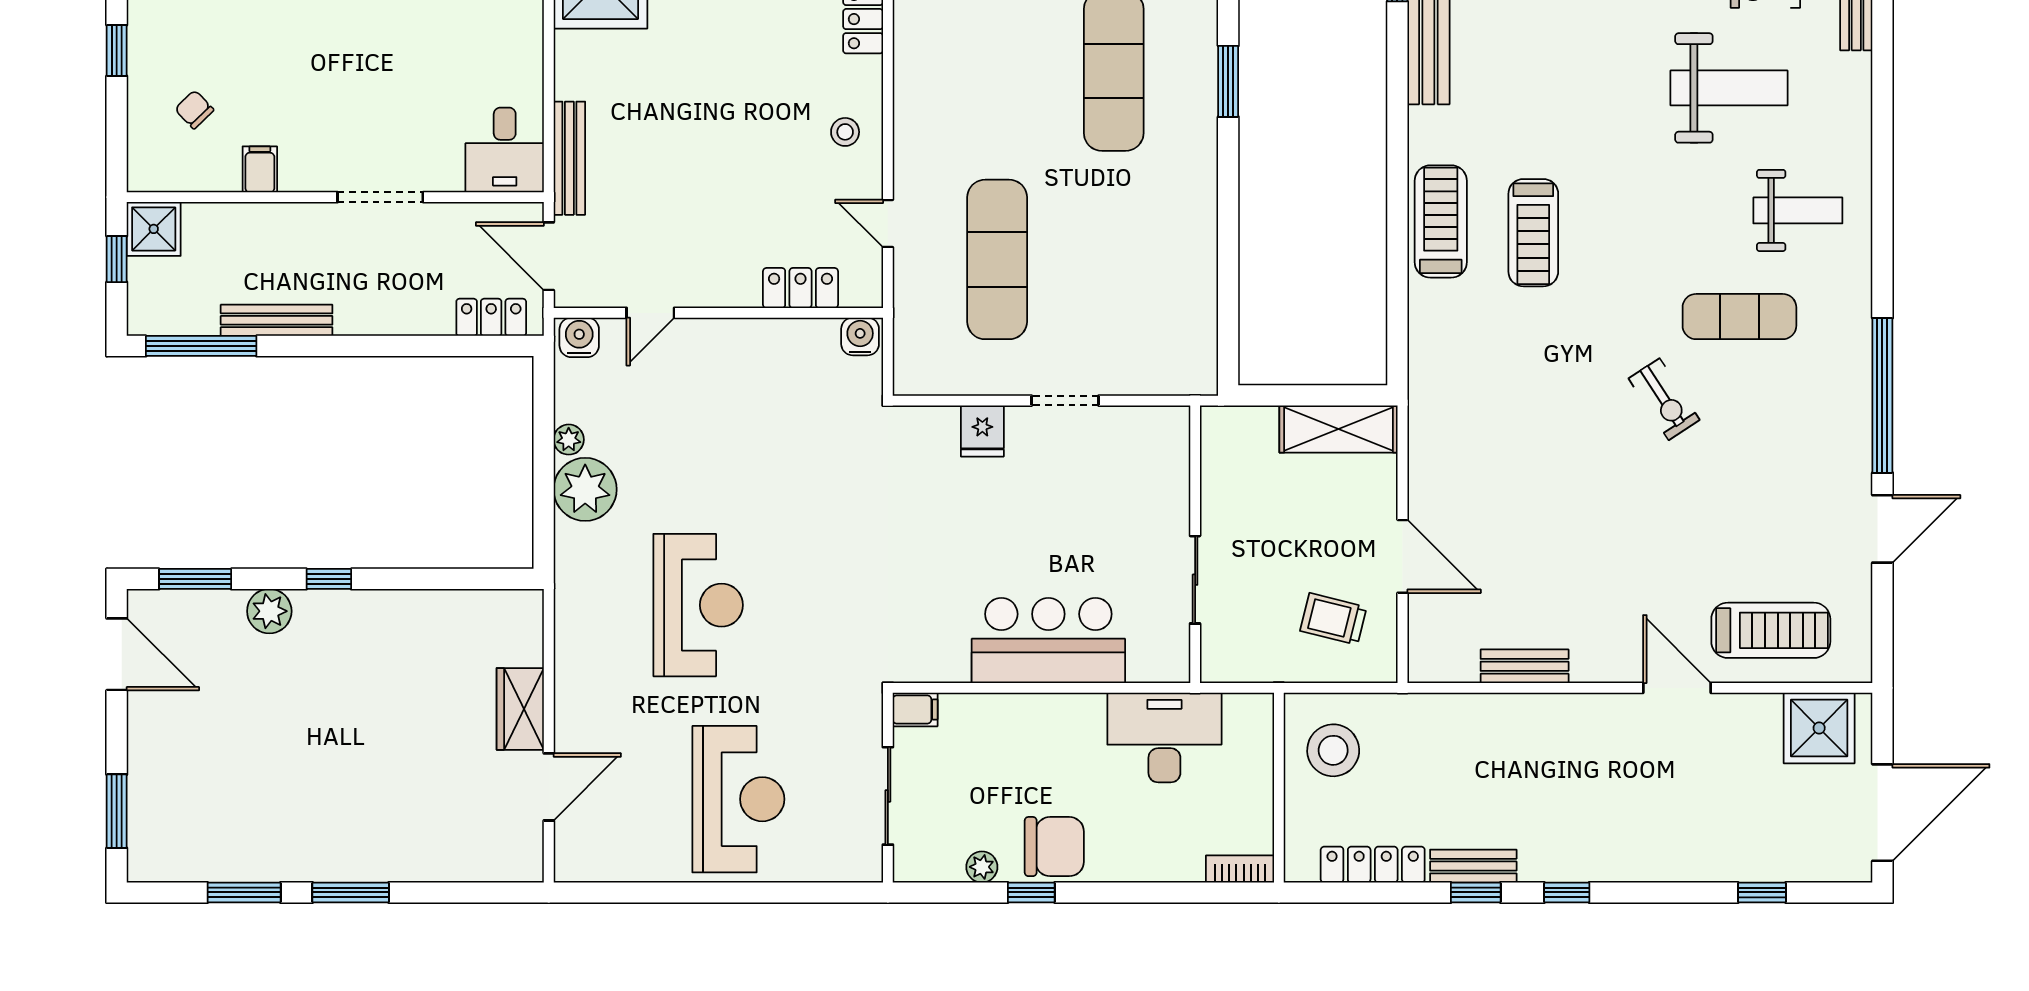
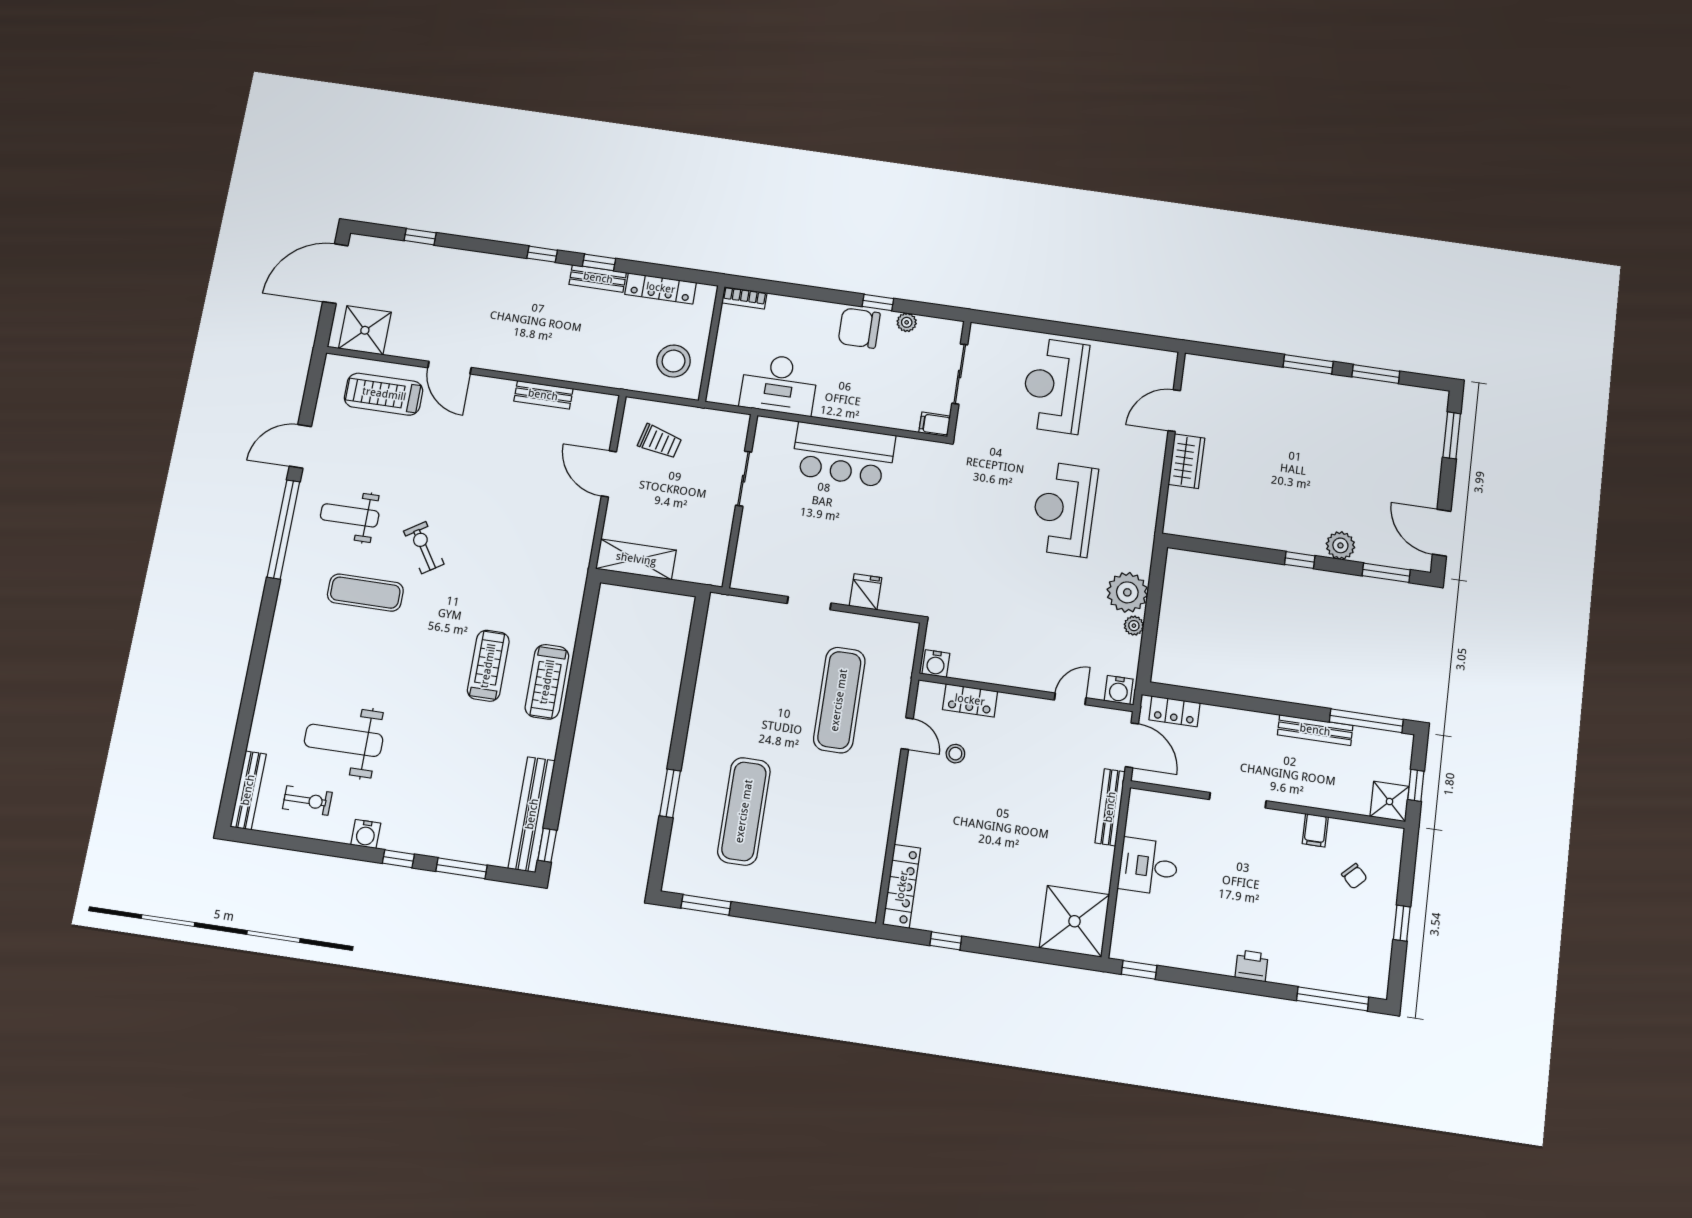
stool: (845, 132) -> (955, 754), moved
desk: (505, 150) -> (1148, 866), moved, turned -90
weight bench: (1798, 210) -> (350, 515), moved

